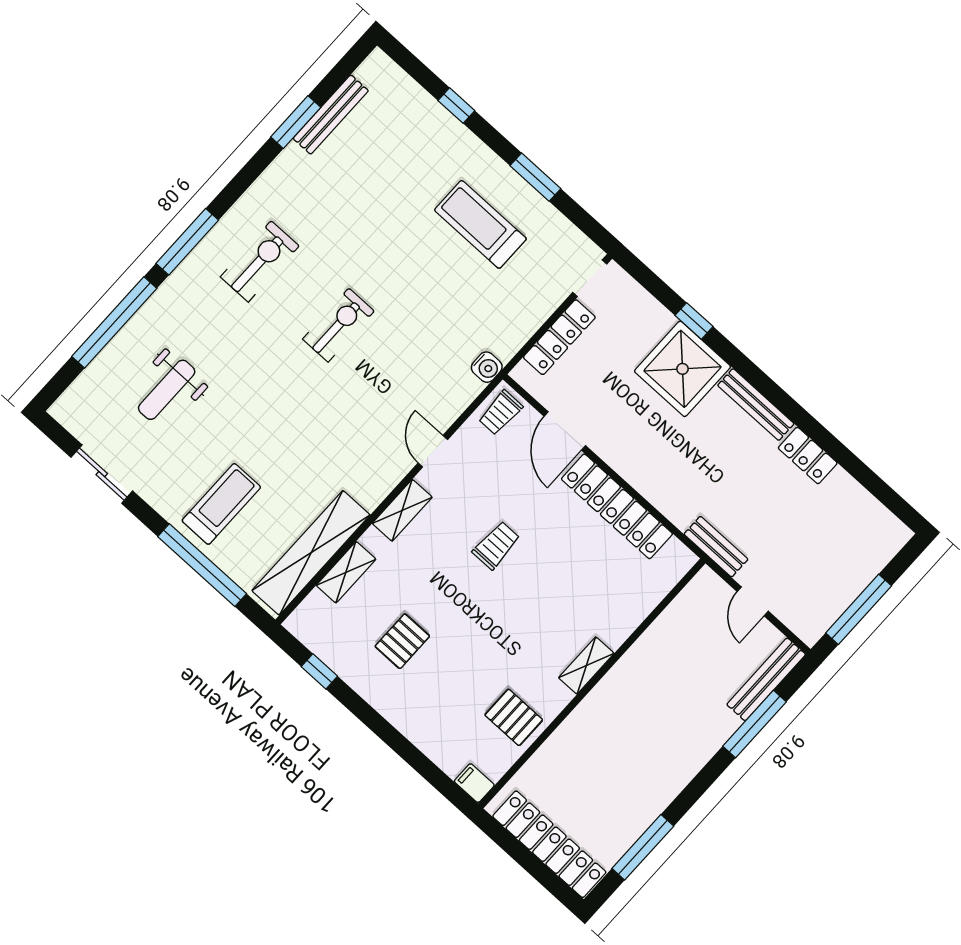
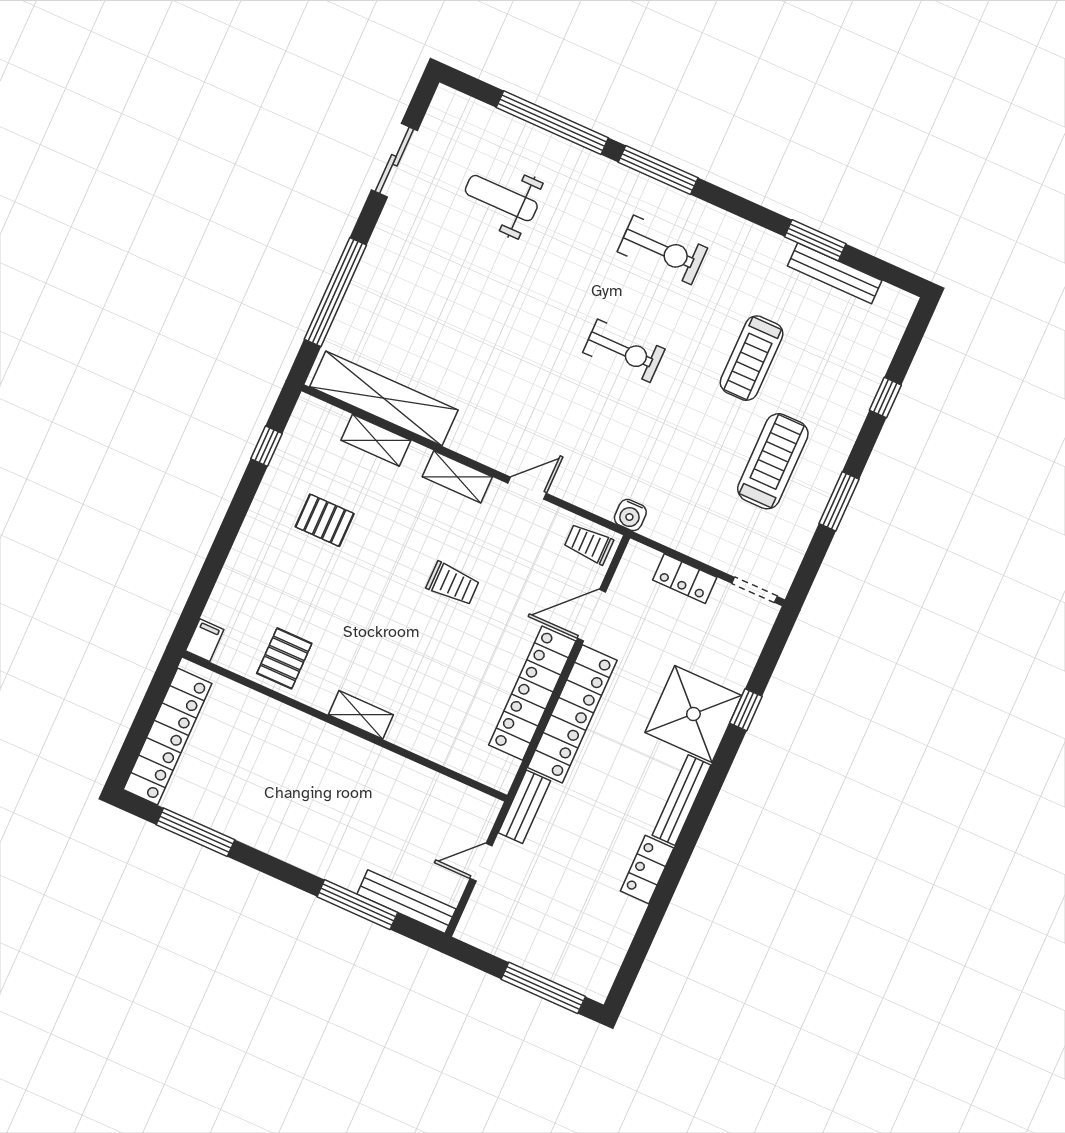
locker: (559, 337) -> (685, 579), width x0.66
locker: (647, 477) -> (572, 714), added
treadmill: (221, 504) -> (752, 358), moved, turned 90
window: (859, 609) -> (543, 988), moved

